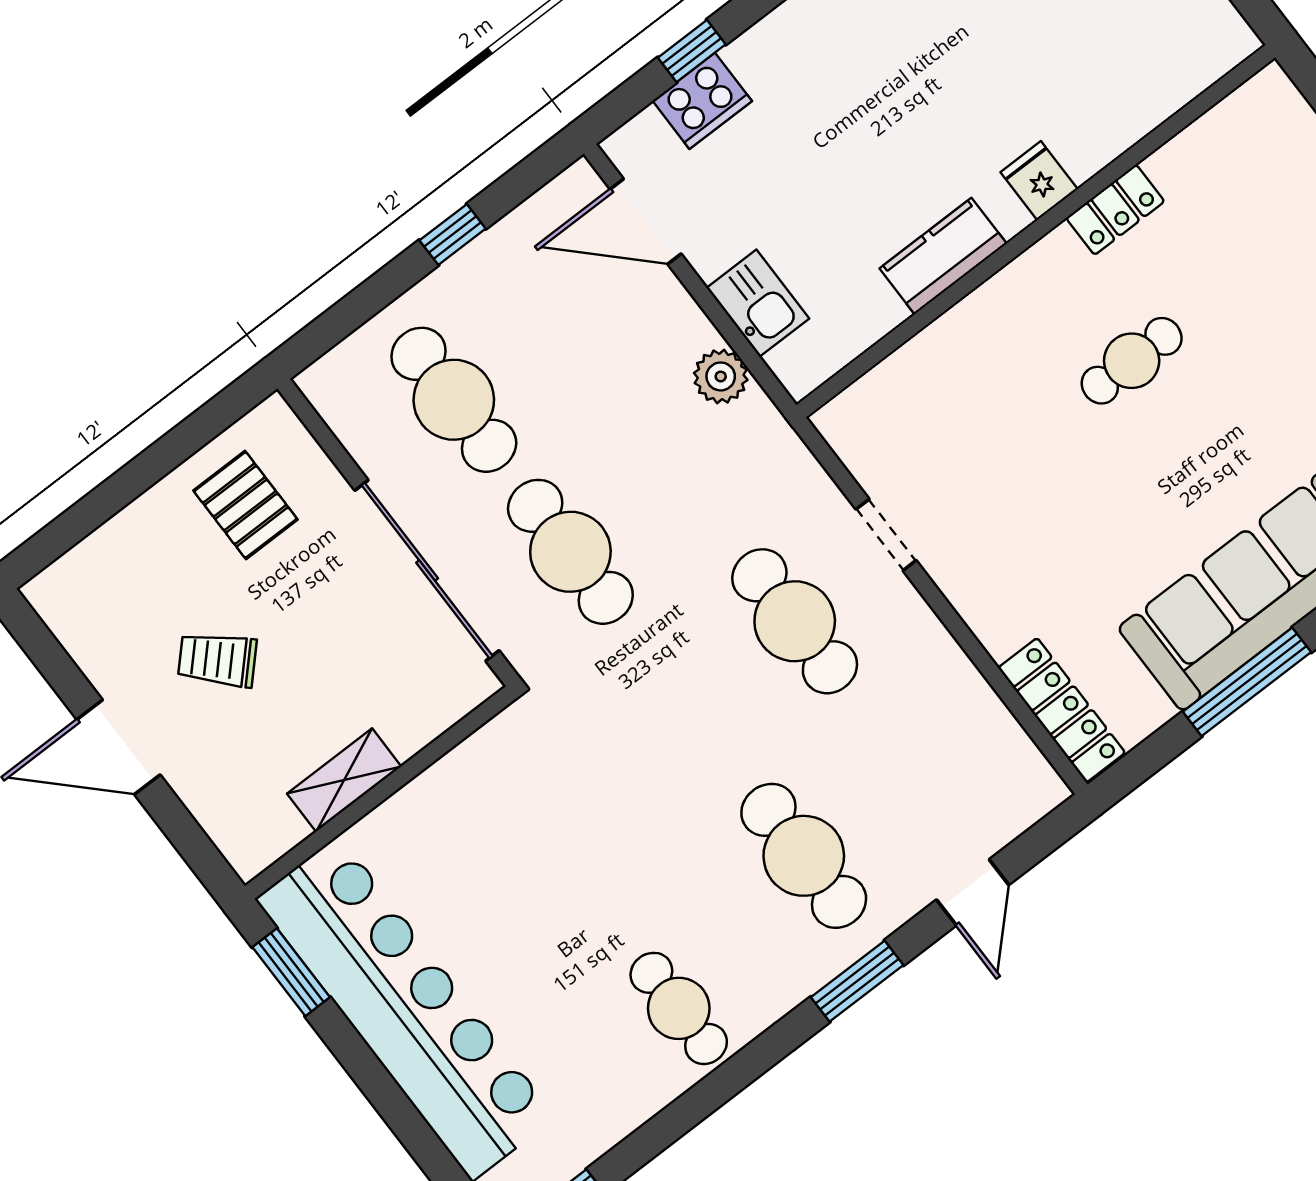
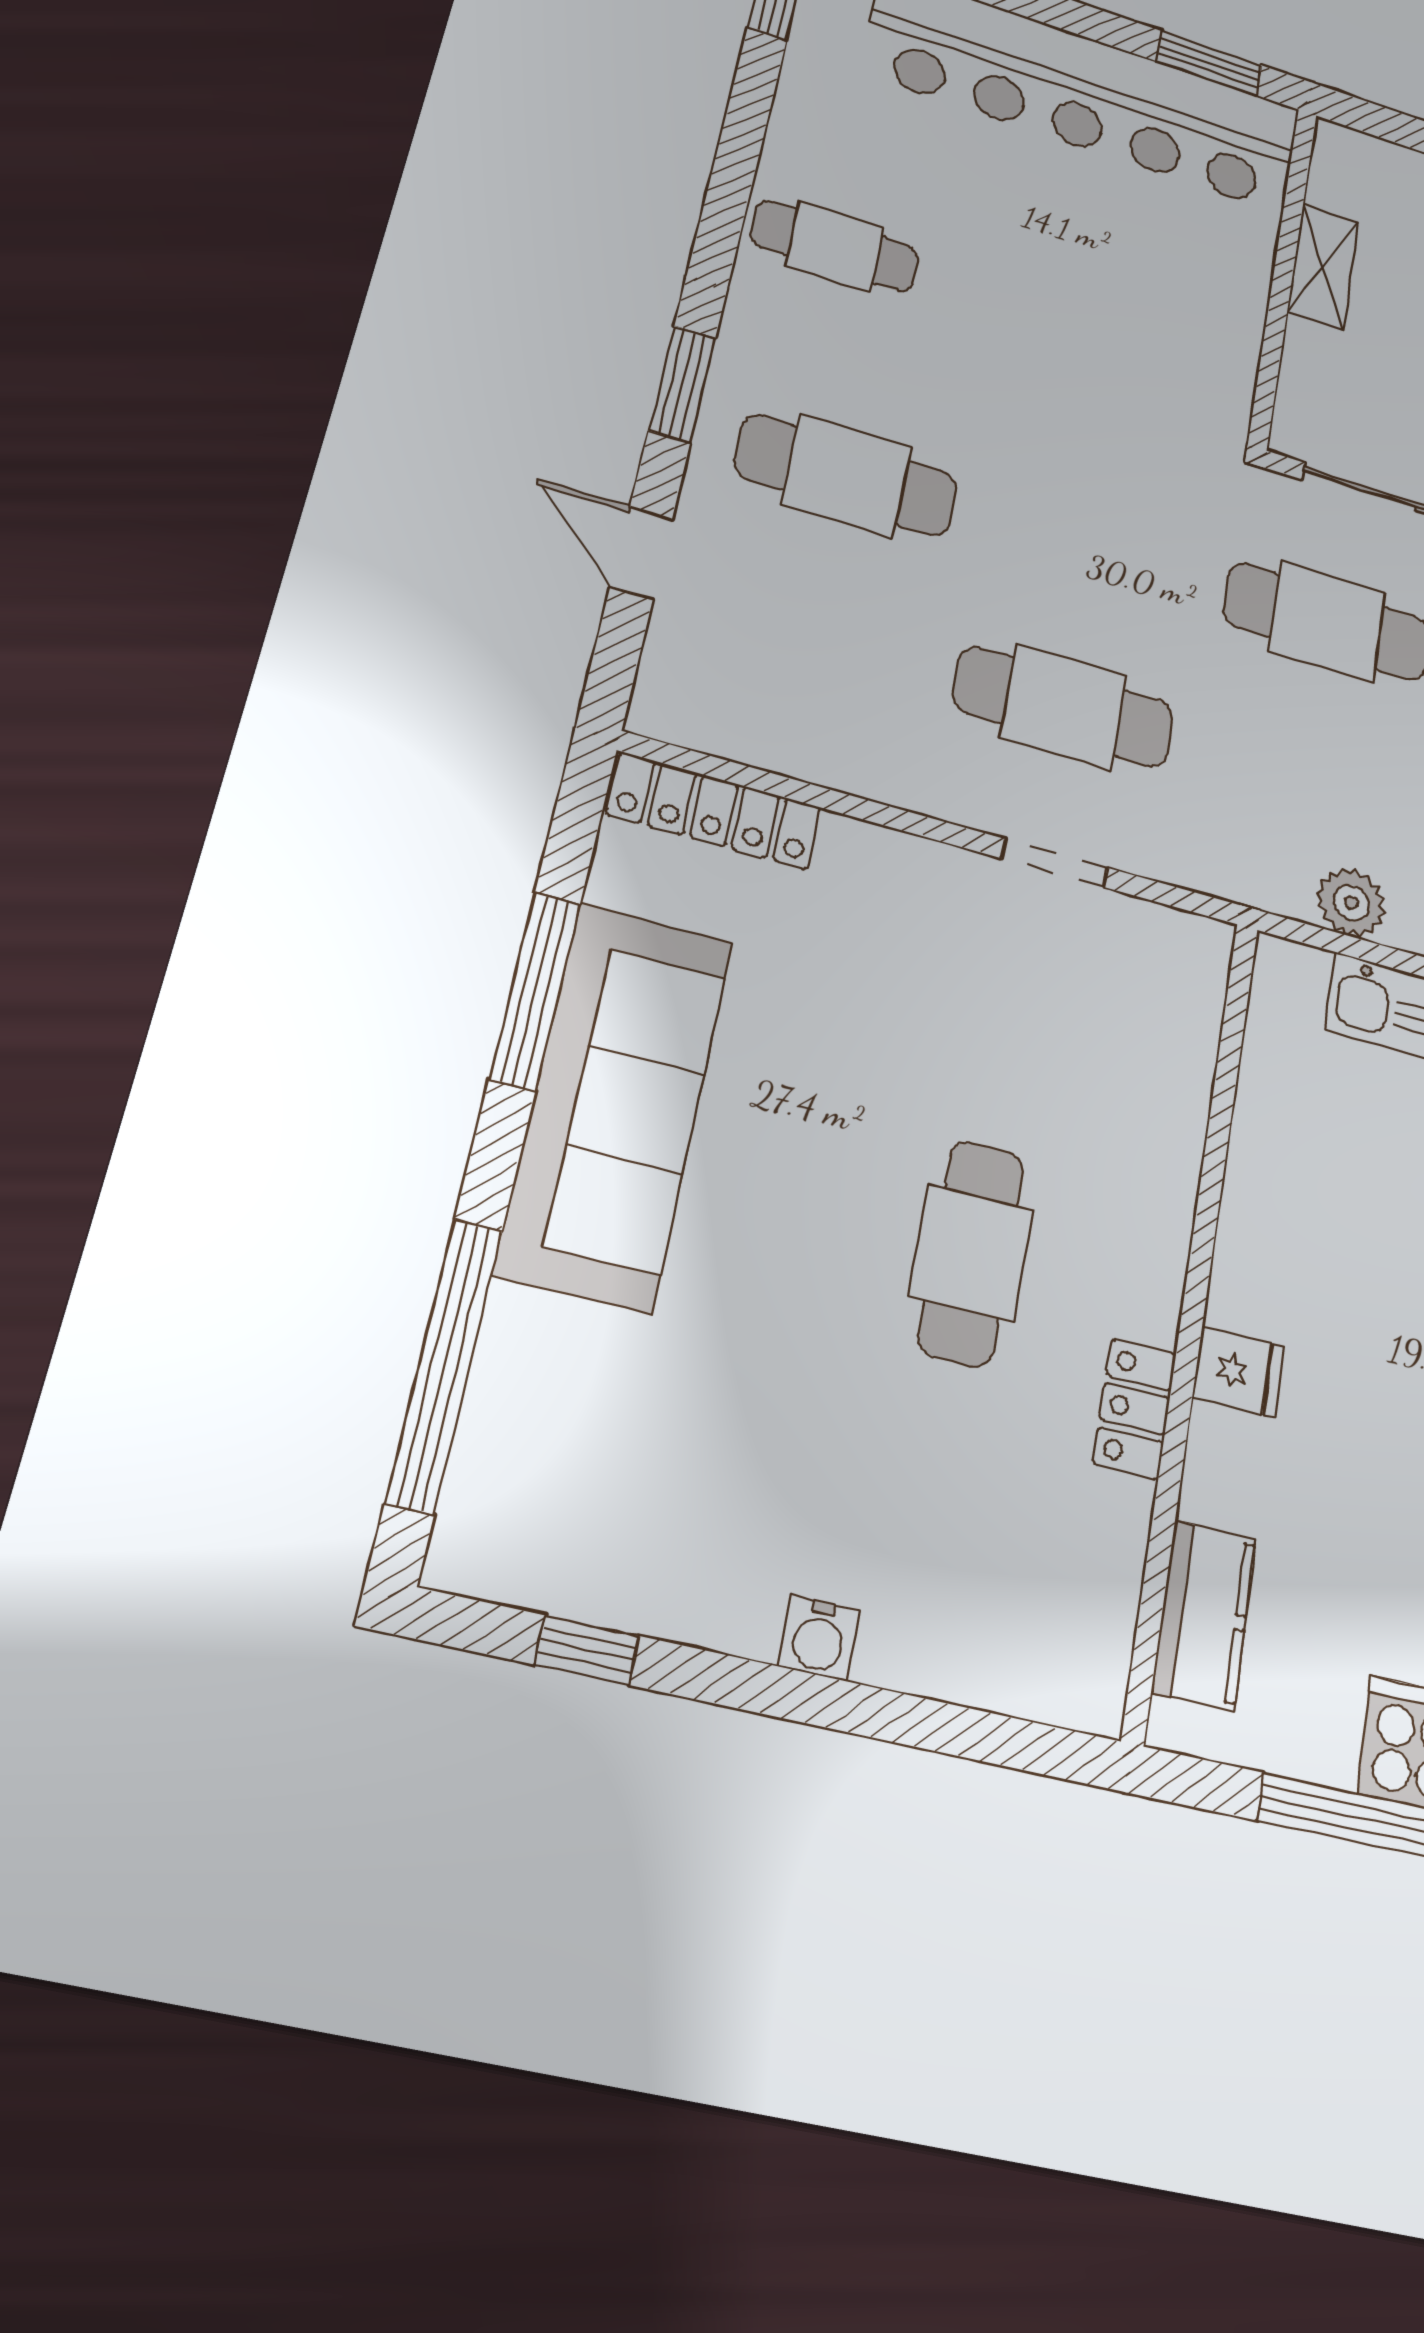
kitchen counter: (943, 256) -> (1204, 1615), moved
cafe table: (1132, 361) -> (971, 1253), width x1.37, depth x1.35

